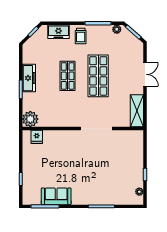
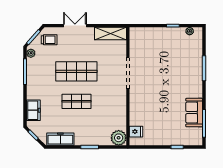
trolley: (81, 36) -> (49, 40), moved
freezer: (29, 78) -> (60, 139), moved

